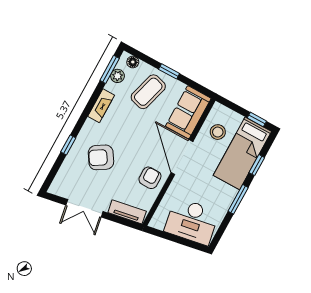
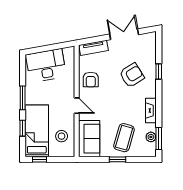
floor lamp: (133, 62) -> (146, 152), removed
door: (182, 157) -> (77, 106), width x0.53

